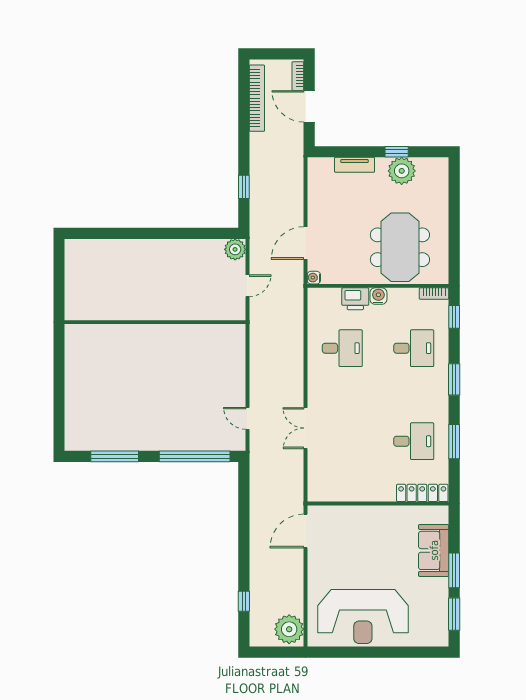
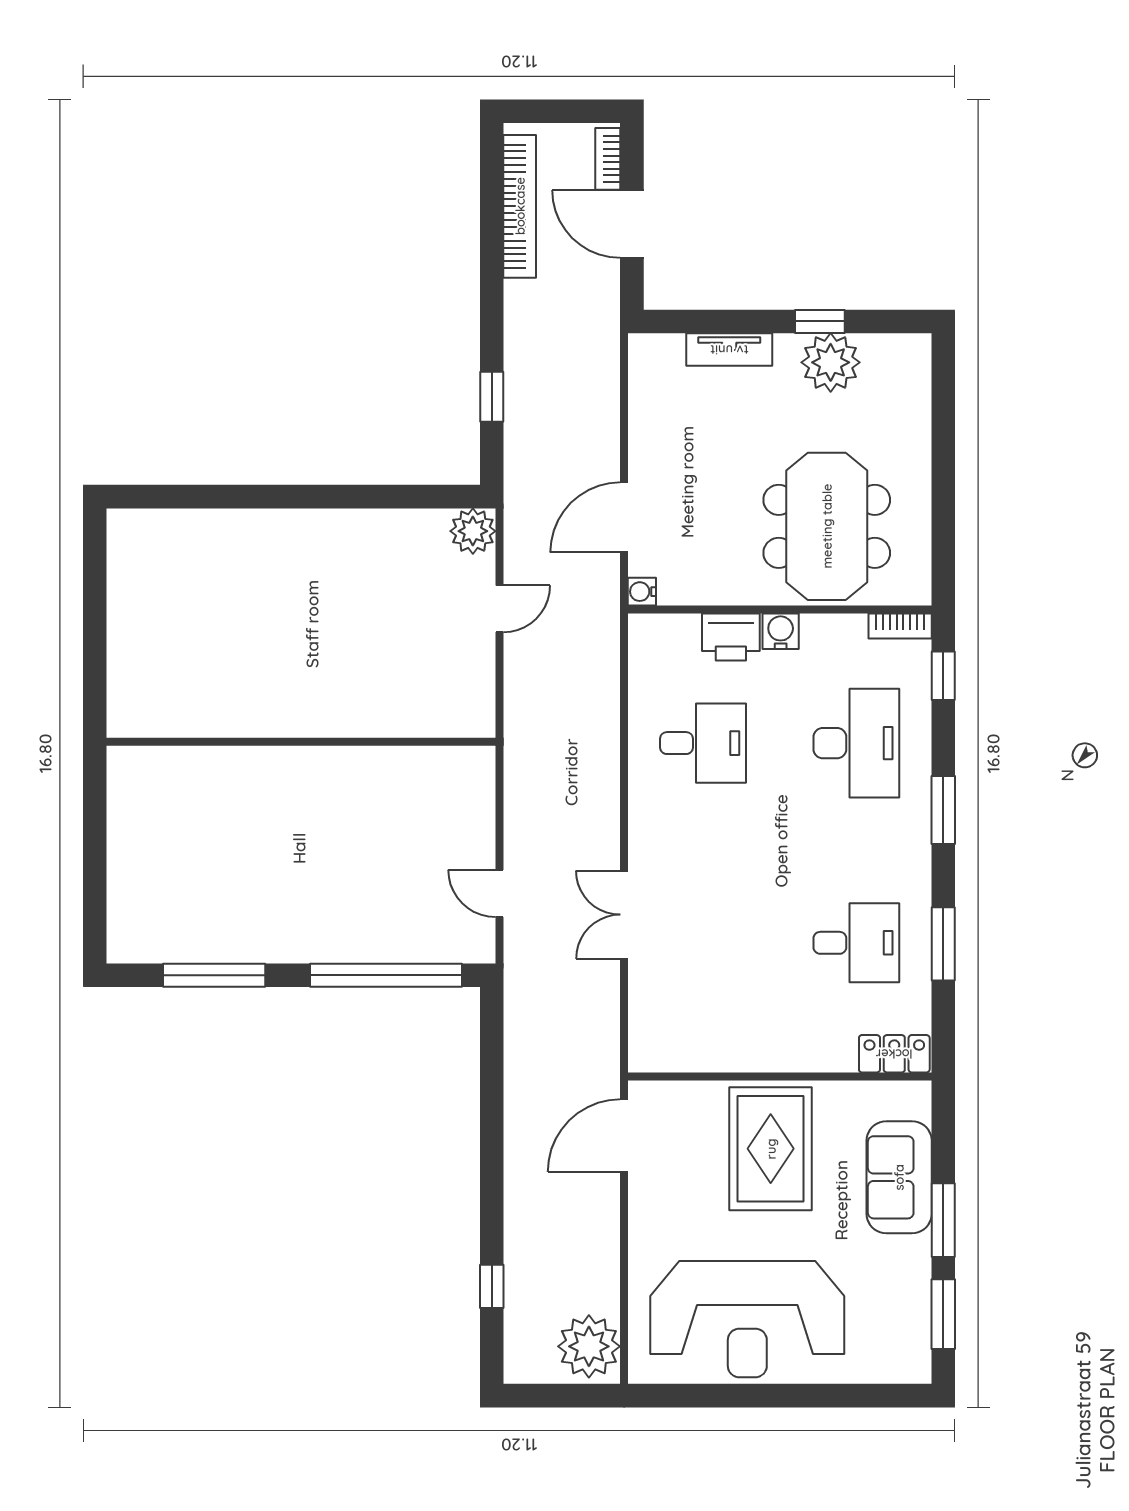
wall: (155, 322) -> (301, 742), moved
desk: (414, 348) -> (856, 743), width x1.37
locker: (422, 493) -> (894, 1054), width x0.66
rug: (374, 537) -> (771, 1149), added

